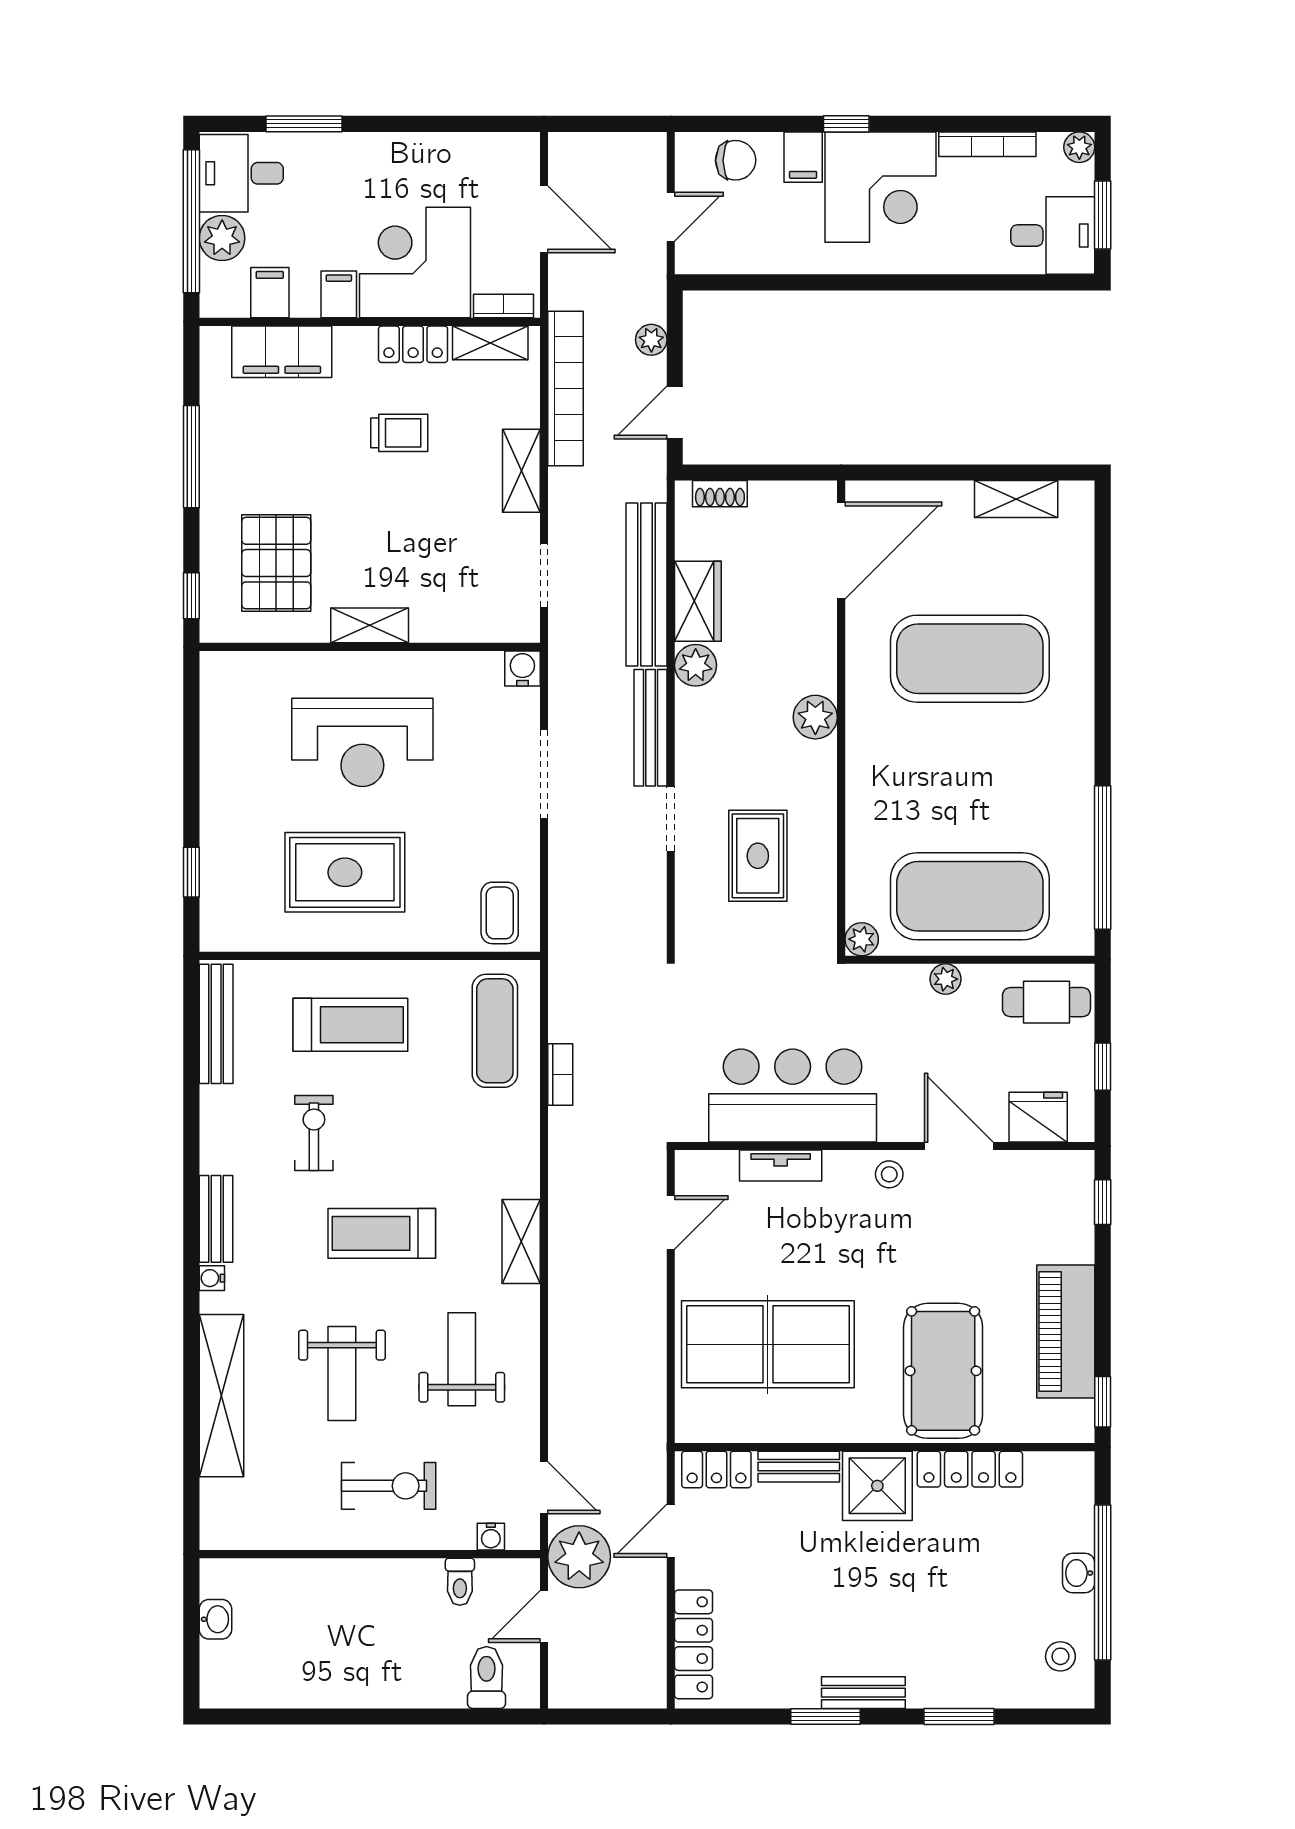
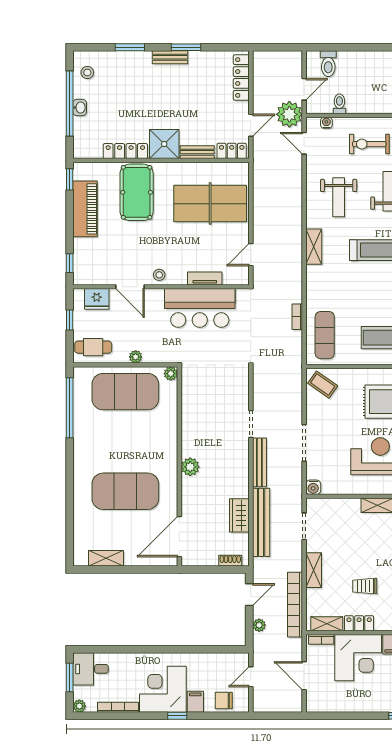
plant: (696, 665) -> (240, 489), removed
rug: (758, 856) -> (214, 409), removed
coffee table: (500, 913) -> (323, 385), turned -55

